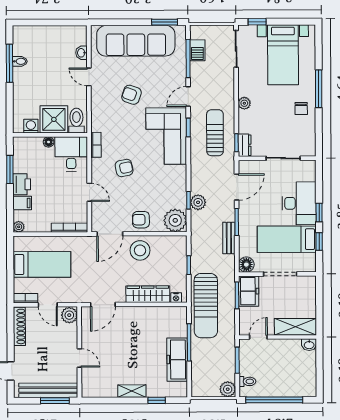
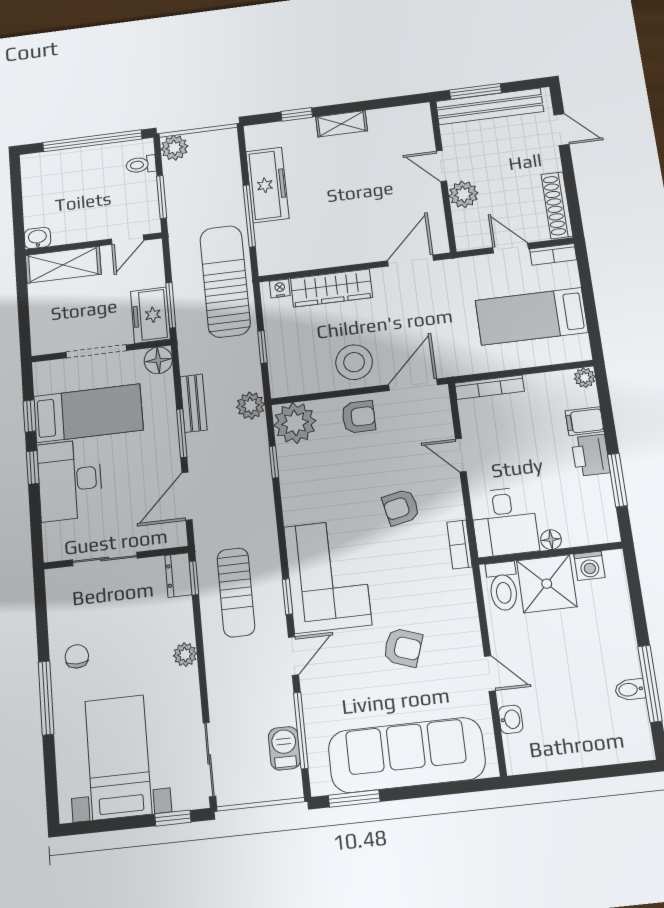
plant: (198, 202) -> (251, 406), moved
plant: (69, 315) -> (463, 194), moved

